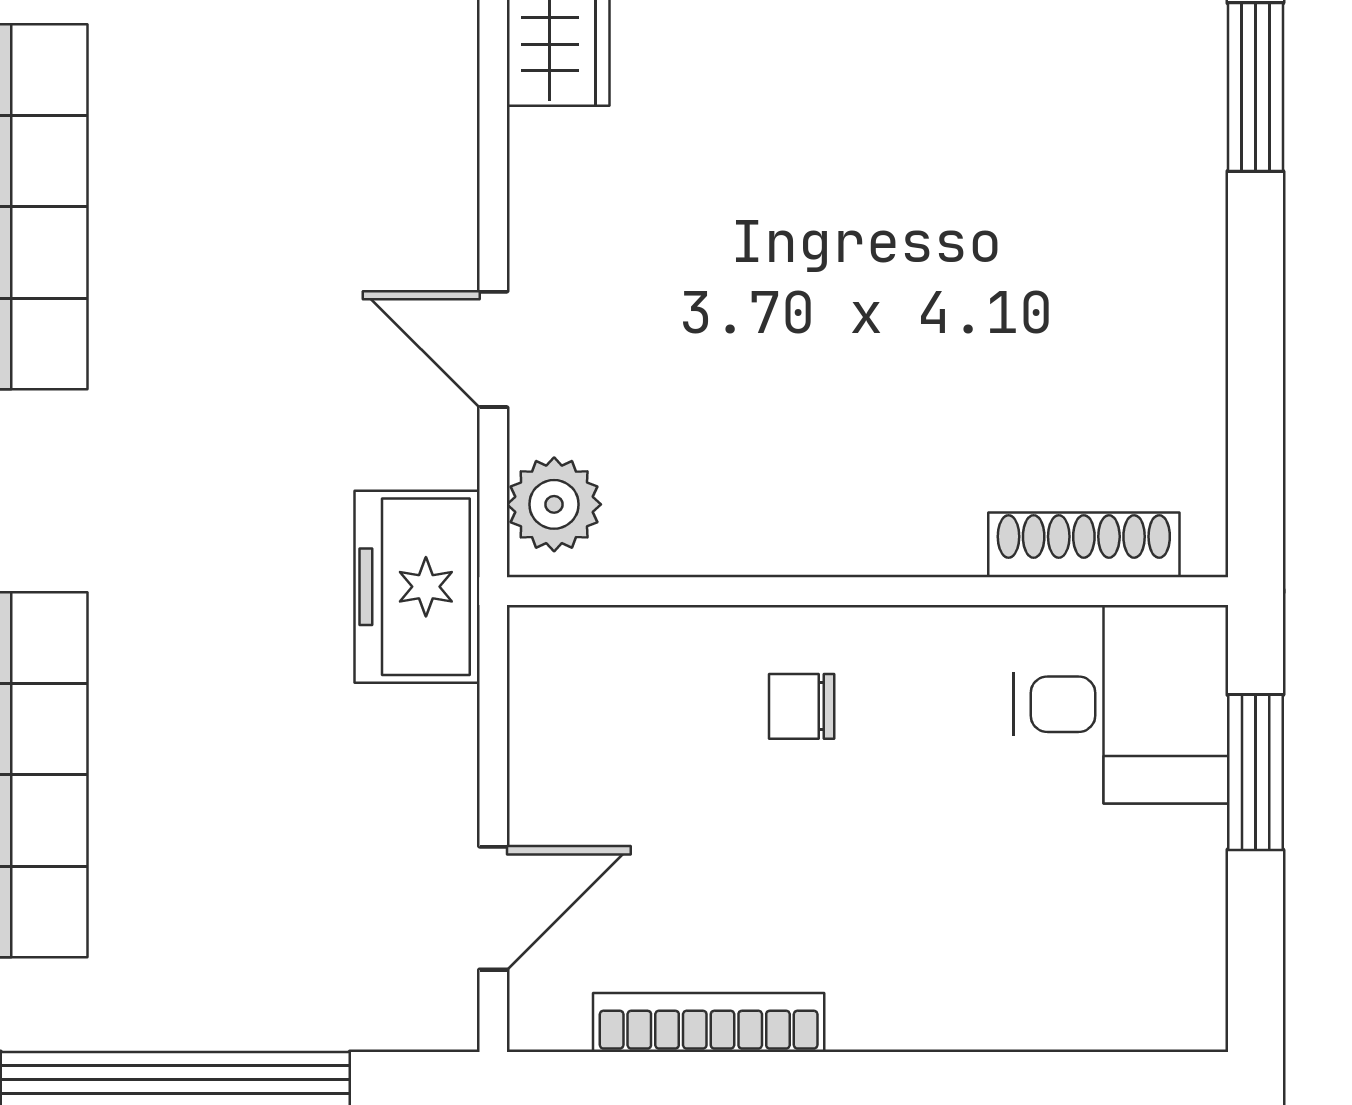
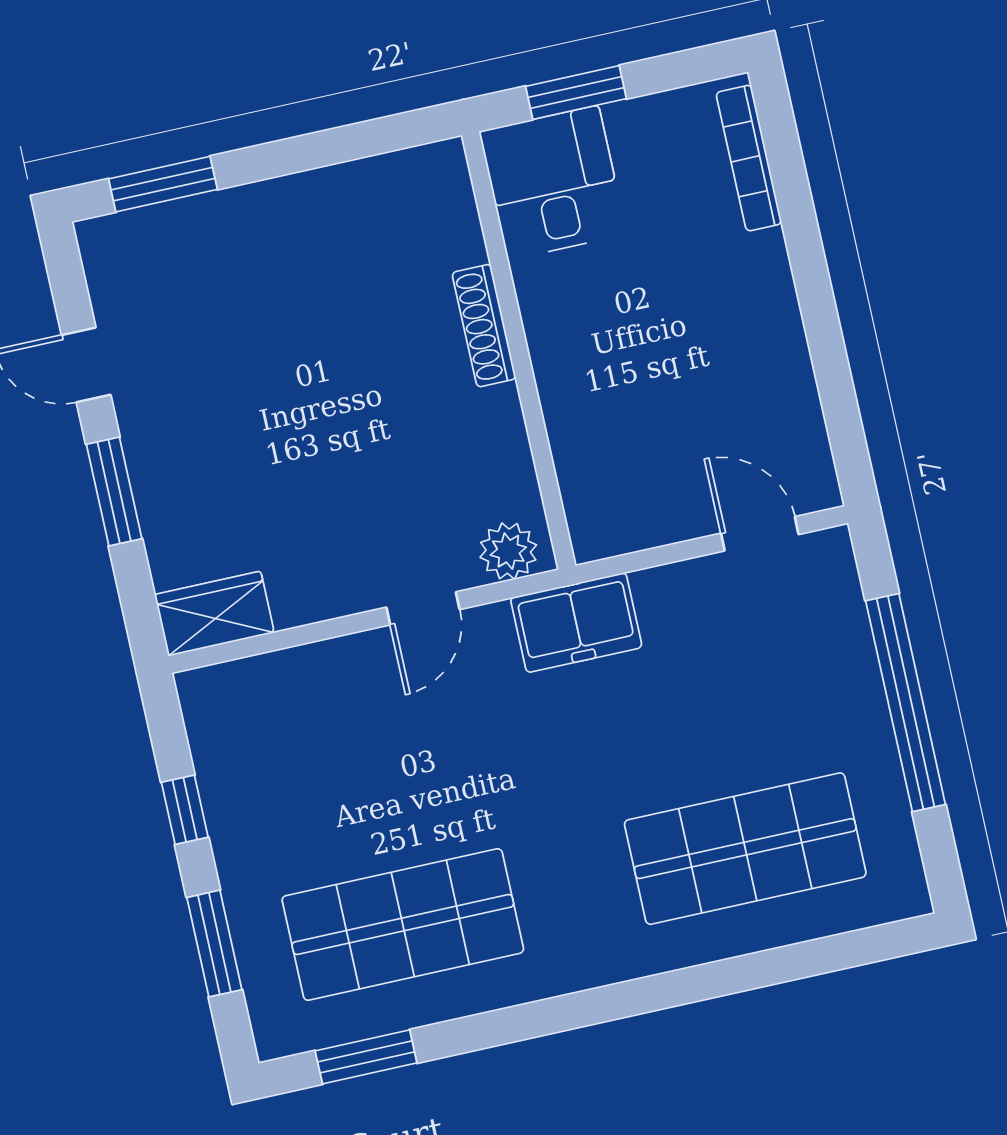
shoe rack: (1084, 545) -> (484, 326), moved
chair: (802, 706) -> (597, 375), removed
bookcase: (709, 1023) -> (749, 158), moved

